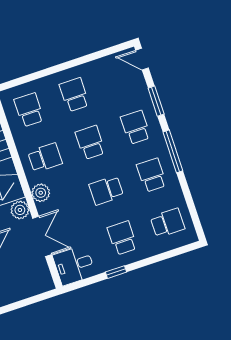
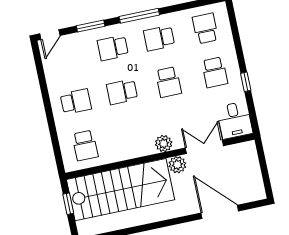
school desk: (74, 95) -> (76, 102), turned 180
school desk: (29, 110) -> (85, 145), turned -90
school desk: (45, 158) -> (131, 136), removed
school desk: (122, 238) -> (215, 72), turned -90

